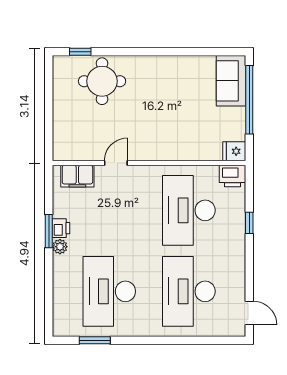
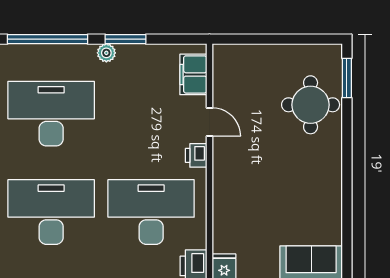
window: (80, 52) -> (347, 78), width x1.50
printer: (61, 228) -> (196, 155), moved, turned 90
window: (49, 294) -> (48, 39), added

